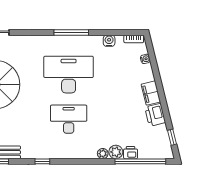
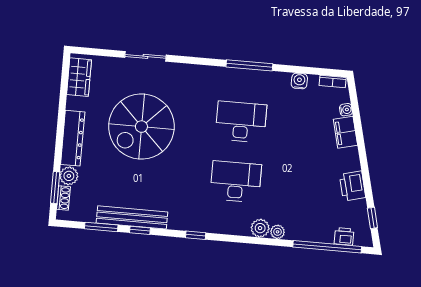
desk: (69, 75) -> (241, 122), width x0.73, depth x0.77
filing cabinet: (151, 93) -> (345, 132), moved
plant: (116, 152) -> (260, 228), moved
printer: (131, 153) -> (344, 236), moved

